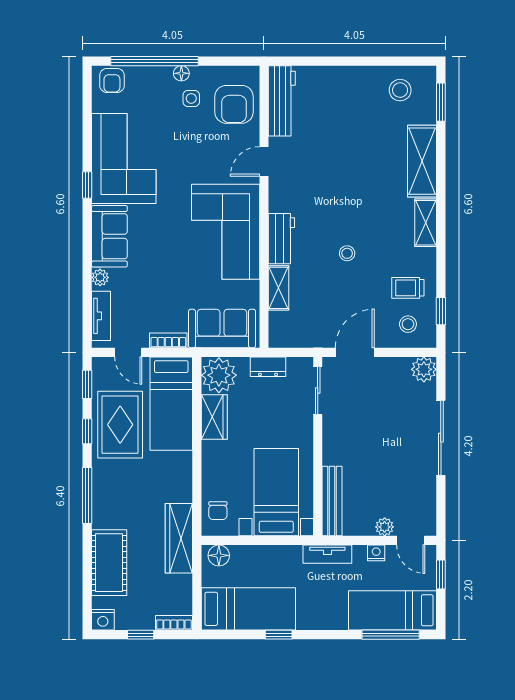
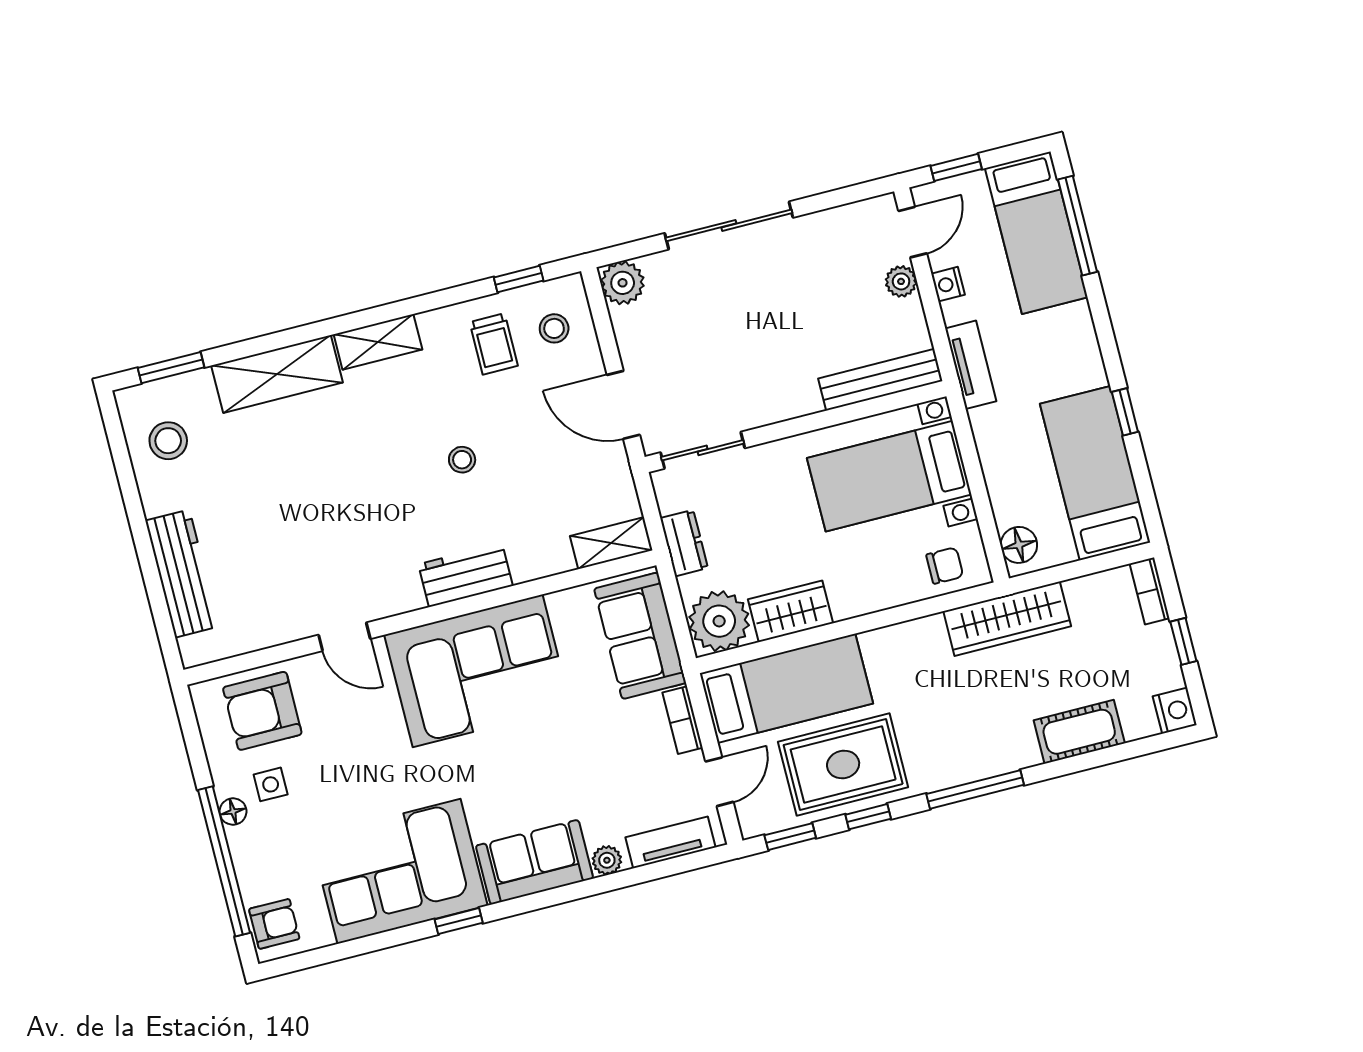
workbench: (282, 101) -> (182, 574), moved, turned 90
armchair: (234, 104) -> (262, 711), turned 180
shelving: (278, 288) -> (611, 543), moved
cot: (109, 563) -> (1079, 732), width x0.73, depth x0.75

